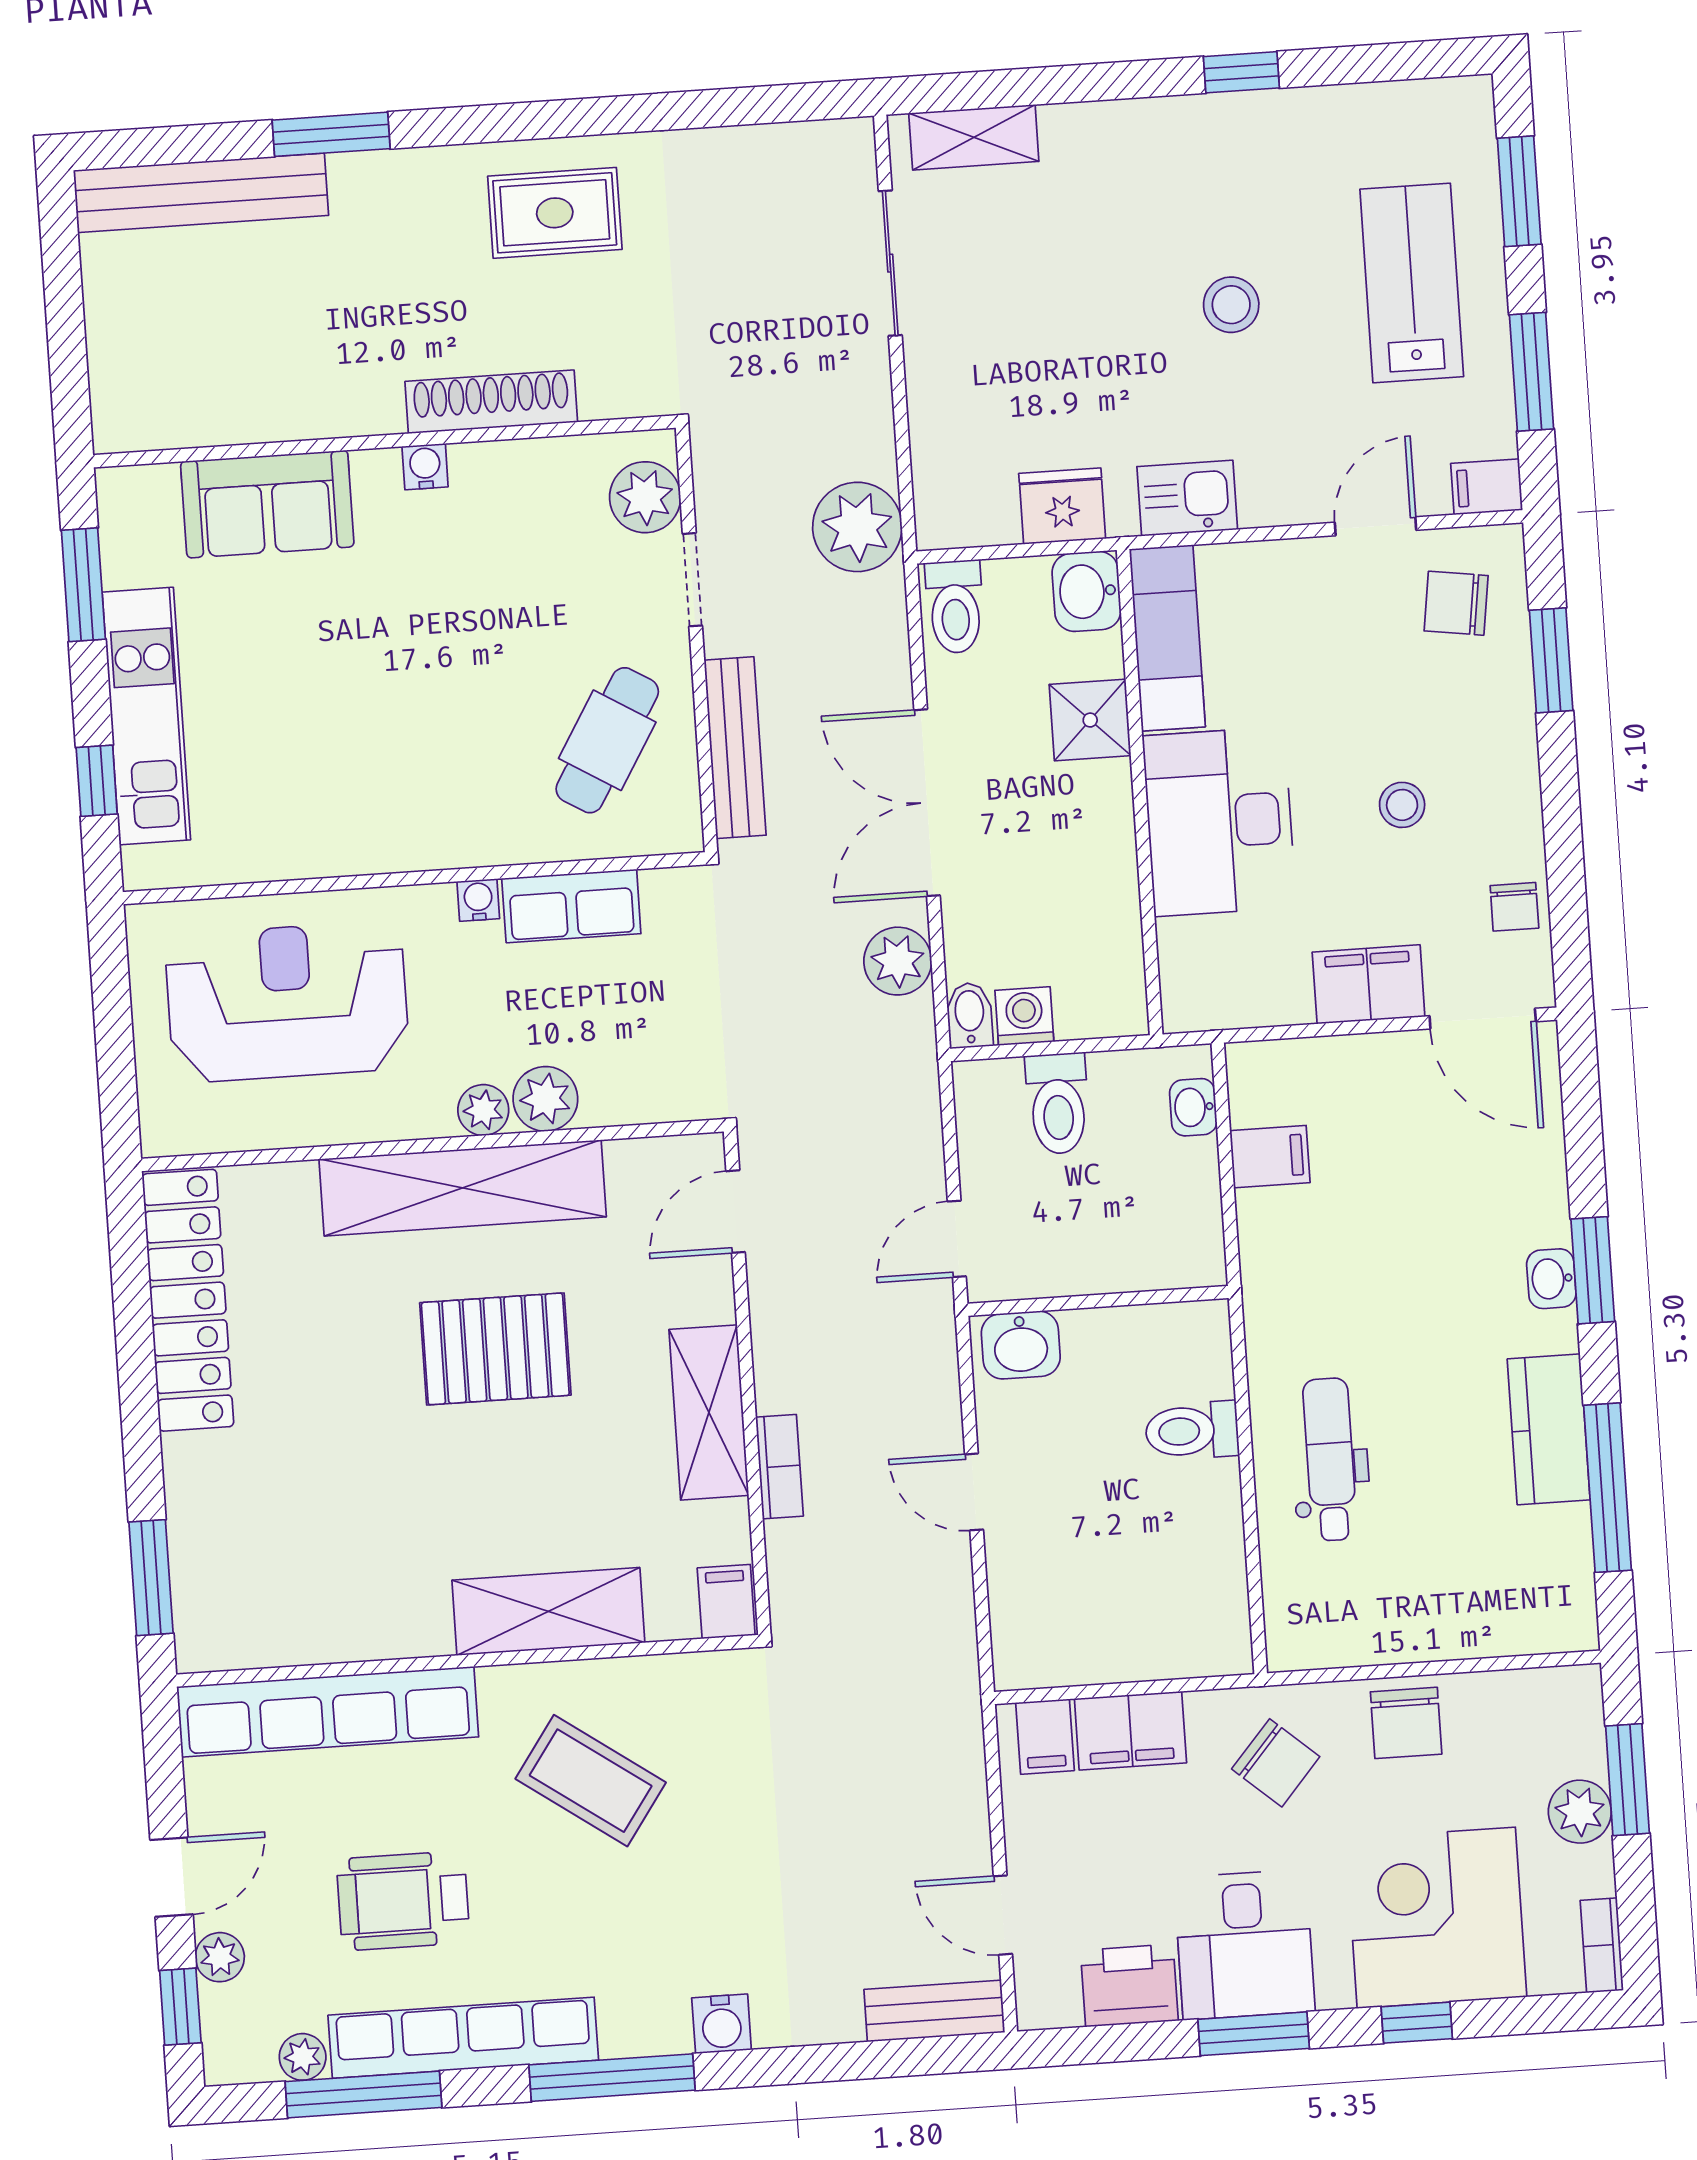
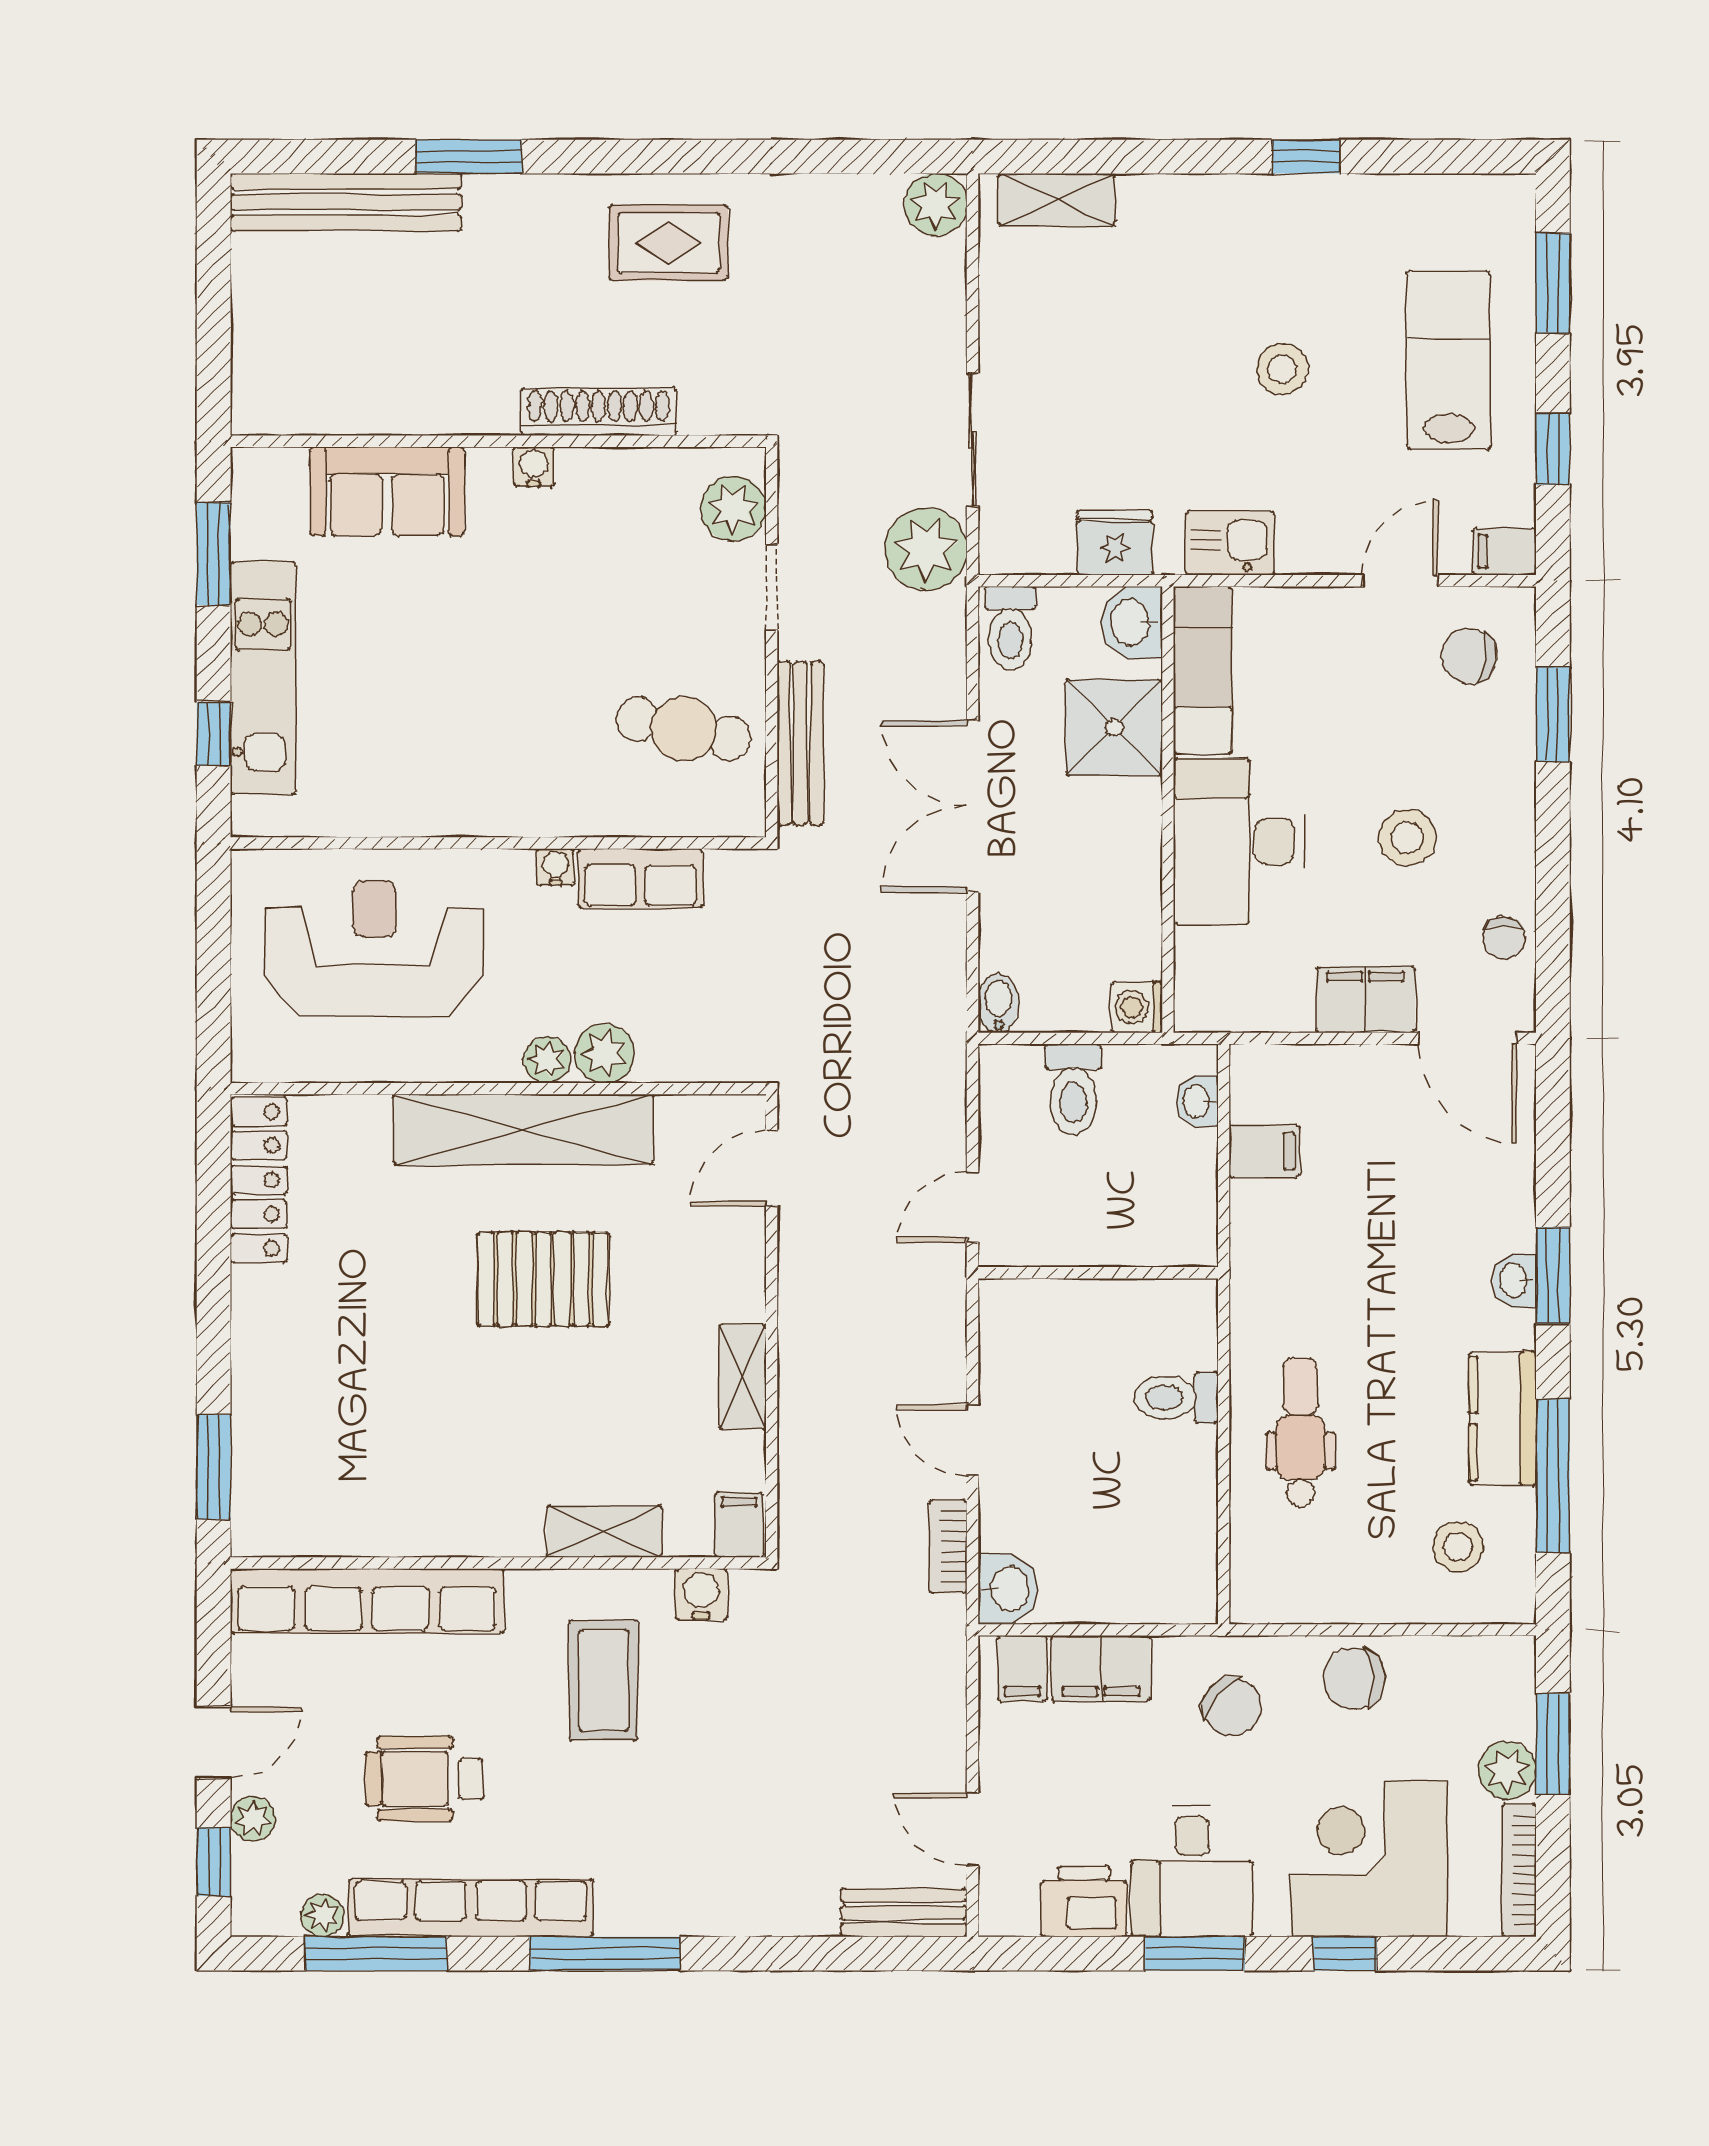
sliding door: (890, 263) -> (973, 440), moved
window: (1531, 372) -> (1553, 449), width x0.67
shower: (1090, 720) -> (1114, 728), width x1.36, depth x1.36
cafe table: (607, 740) -> (684, 729), turned 71
stool: (1402, 805) -> (1407, 838), width x1.37, depth x1.37
plant: (898, 961) -> (936, 205), moved
washing machine: (1024, 1016) -> (1137, 1007), moved, turned -90
locker: (188, 1300) -> (259, 1180), width x0.71, depth x0.83
washbasin: (1021, 1345) -> (1008, 1589), moved, turned -90
shelving: (709, 1412) -> (743, 1377), width x0.67, depth x0.75
bookcase: (779, 1467) -> (948, 1547), moved, turned 180
stool: (1510, 1572) -> (1458, 1547), added
shelving: (548, 1611) -> (604, 1531), width x0.67, depth x0.75
chair: (1406, 1723) -> (1354, 1678), turned 86
coffee table: (591, 1781) -> (603, 1680), turned 55
bookcase: (1602, 1945) -> (1519, 1870), width x1.56
water cooler: (722, 2024) -> (701, 1594), moved, turned 180

